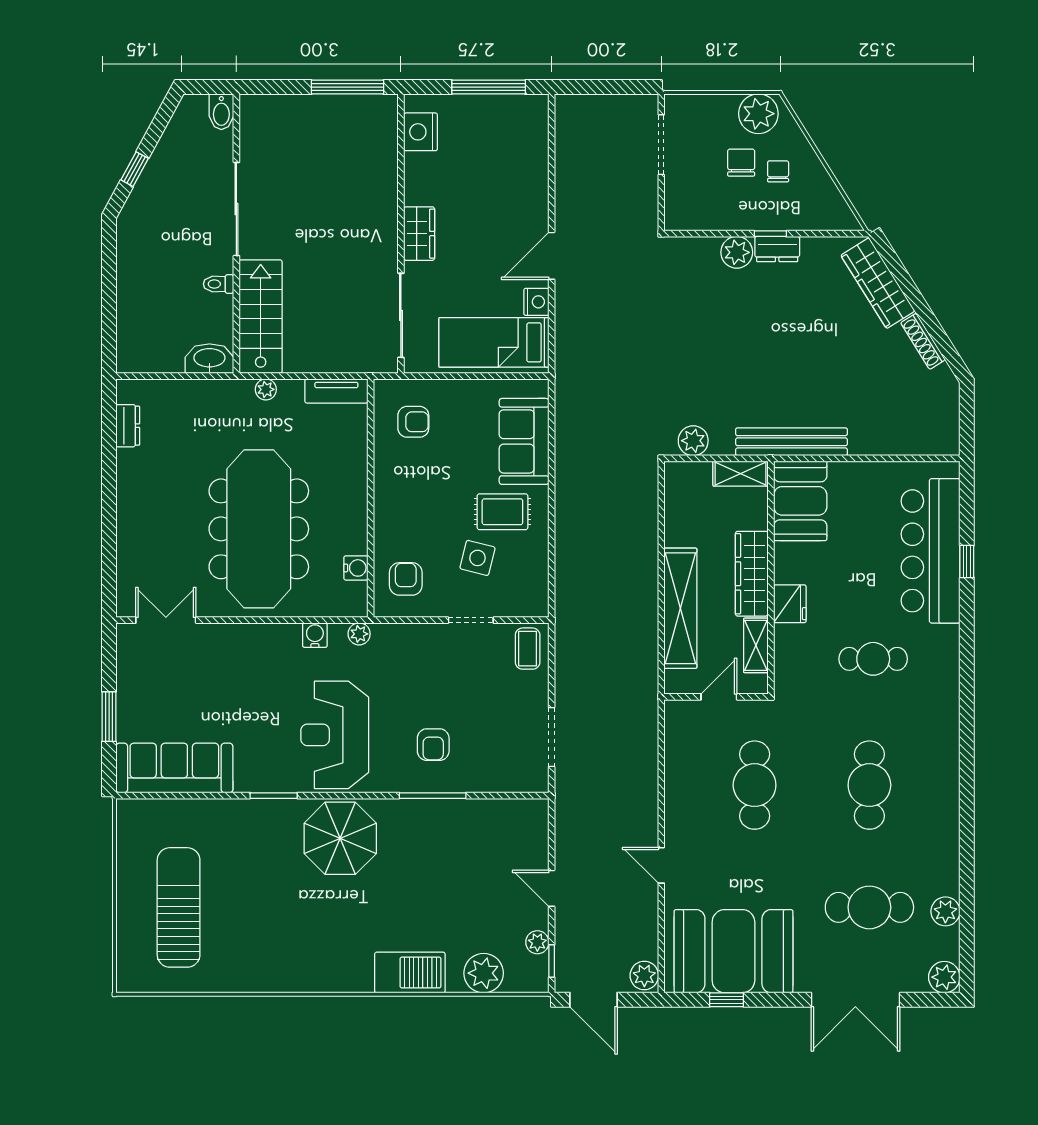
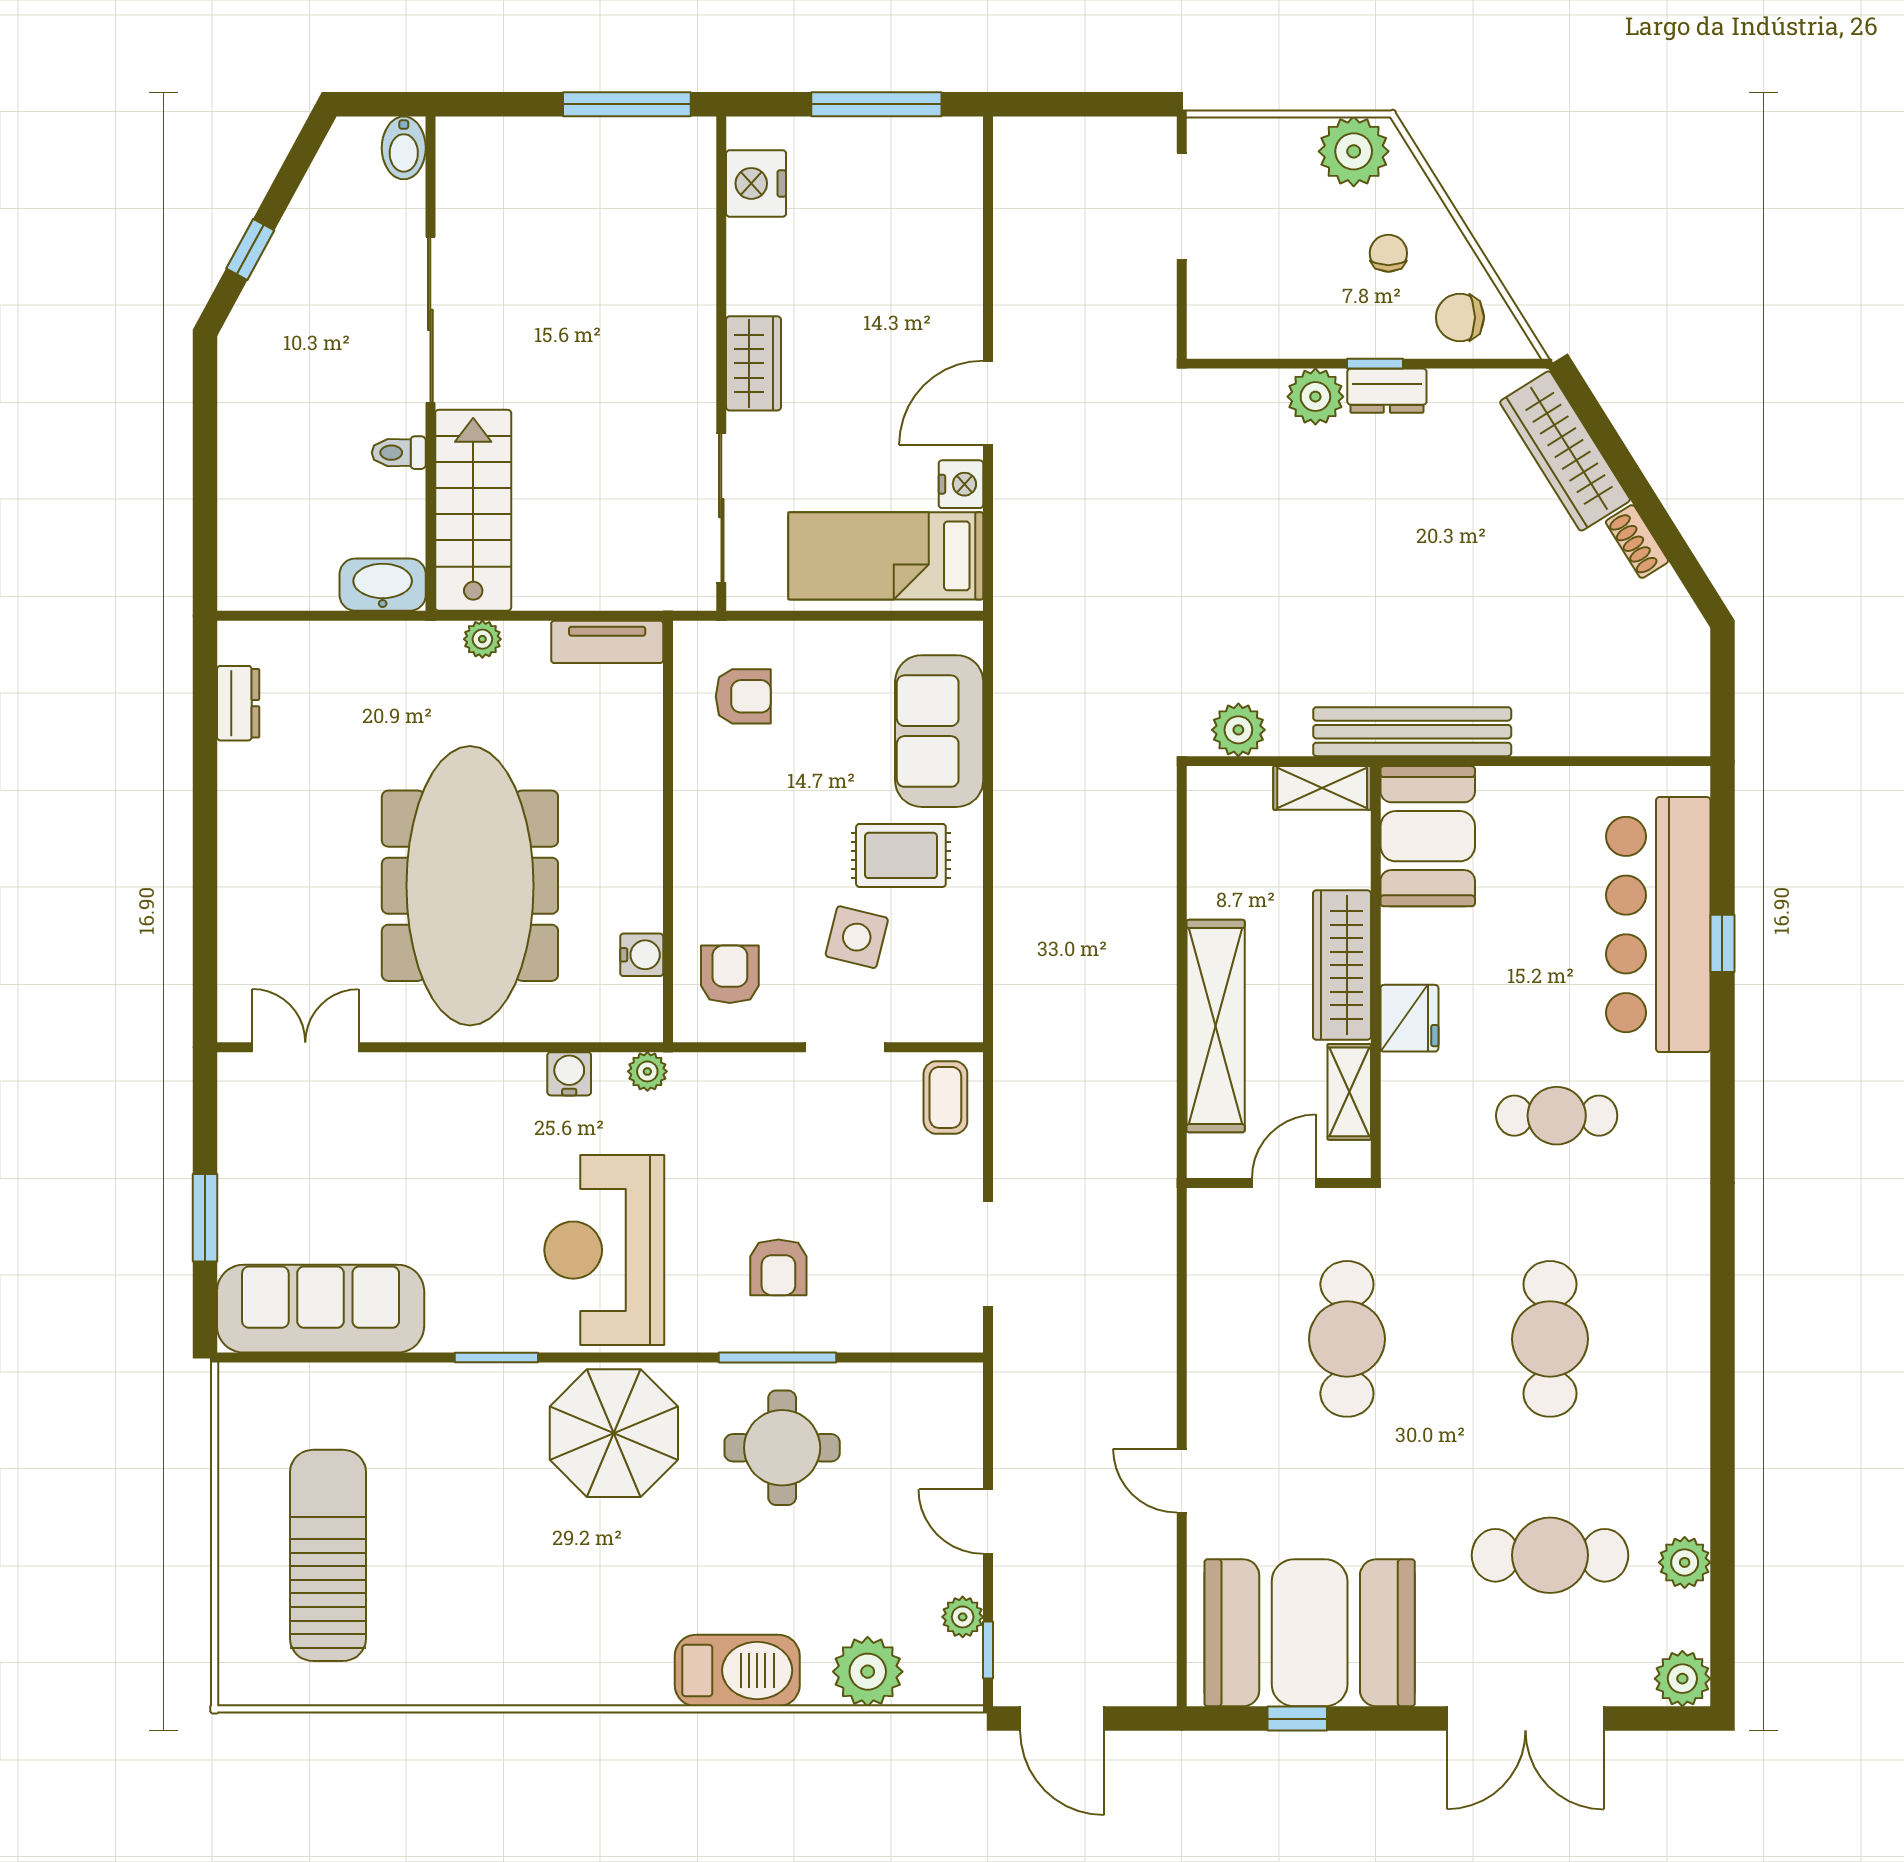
chair: (741, 163) -> (1460, 317), moved, turned -90
shoe rack: (923, 341) -> (1637, 541), width x0.70
round table: (435, 847) -> (782, 1448), added
plant: (644, 976) -> (1152, 1676), removed

